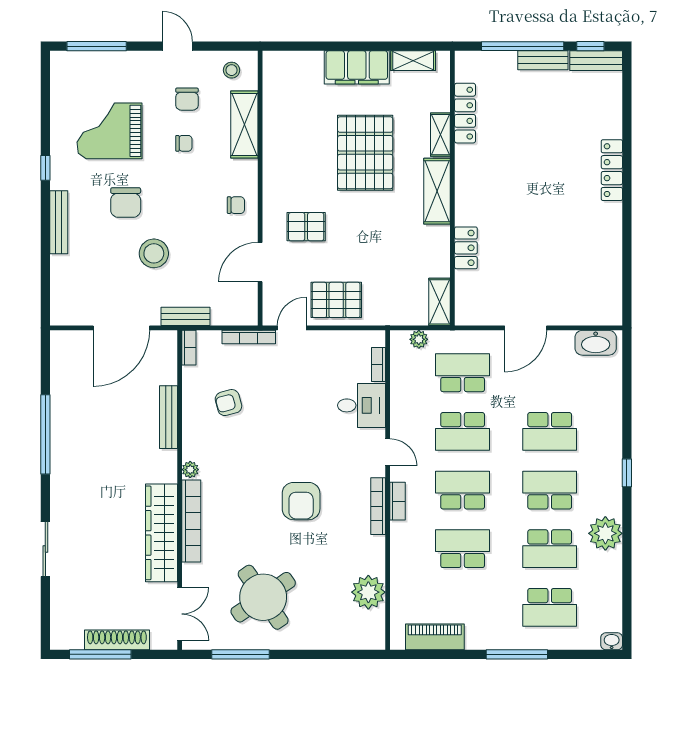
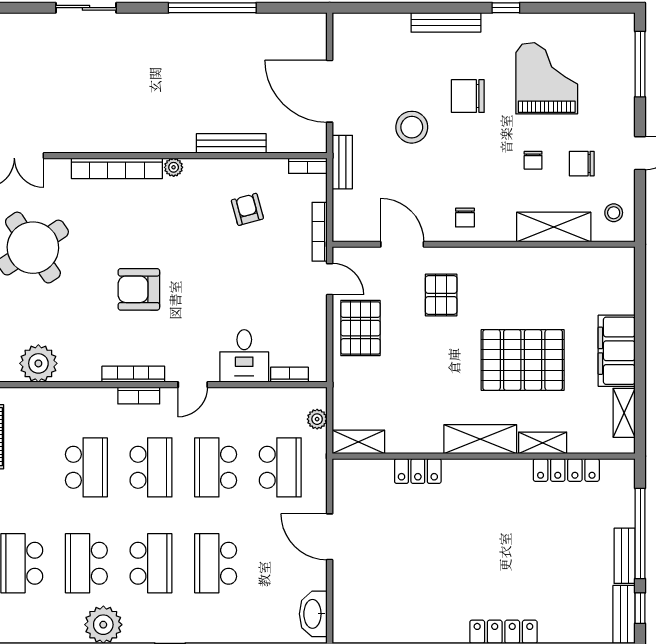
wardrobe: (162, 533) -> (104, 136), removed

